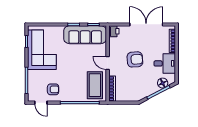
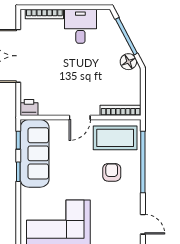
armchair: (135, 59) -> (74, 74), removed
floor lamp: (163, 83) -> (128, 62), moved
armchair: (53, 89) -> (112, 172), moved
door: (41, 103) -> (143, 224), hinge flipped

